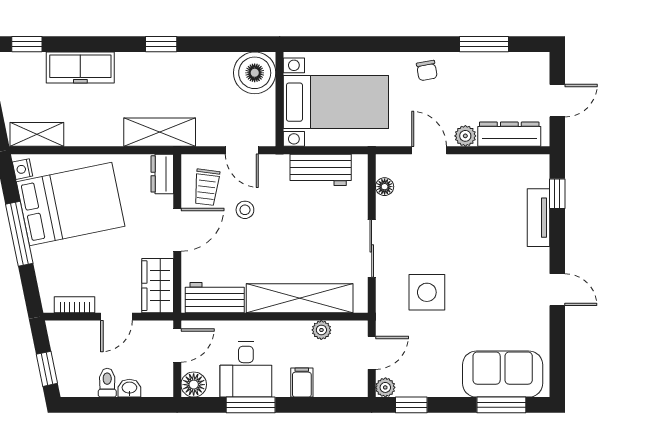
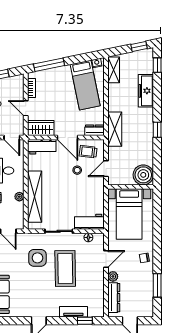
workbench: (321, 170) -> (89, 222), moved, turned 90
bed: (71, 204) -> (85, 85), width x0.67
window: (19, 234) -> (49, 65), moved
coffee table: (449, 235) -> (65, 268), added
workbench: (215, 298) -> (42, 147), moved, turned 90
plant: (321, 330) -> (19, 197), moved

